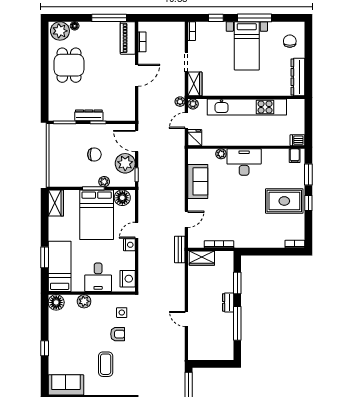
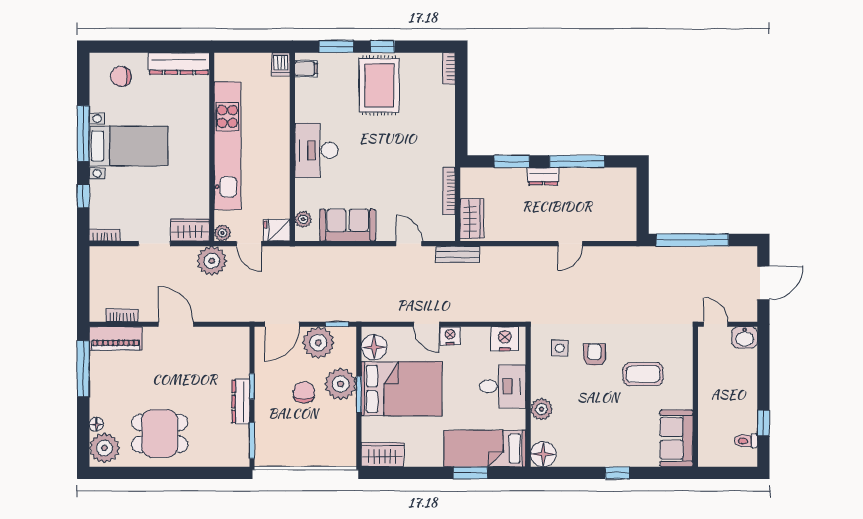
plant: (180, 102) -> (212, 261), width x1.87, depth x1.87
plant: (221, 154) -> (303, 219), moved
plant: (104, 182) -> (341, 384), width x1.87, depth x1.87

